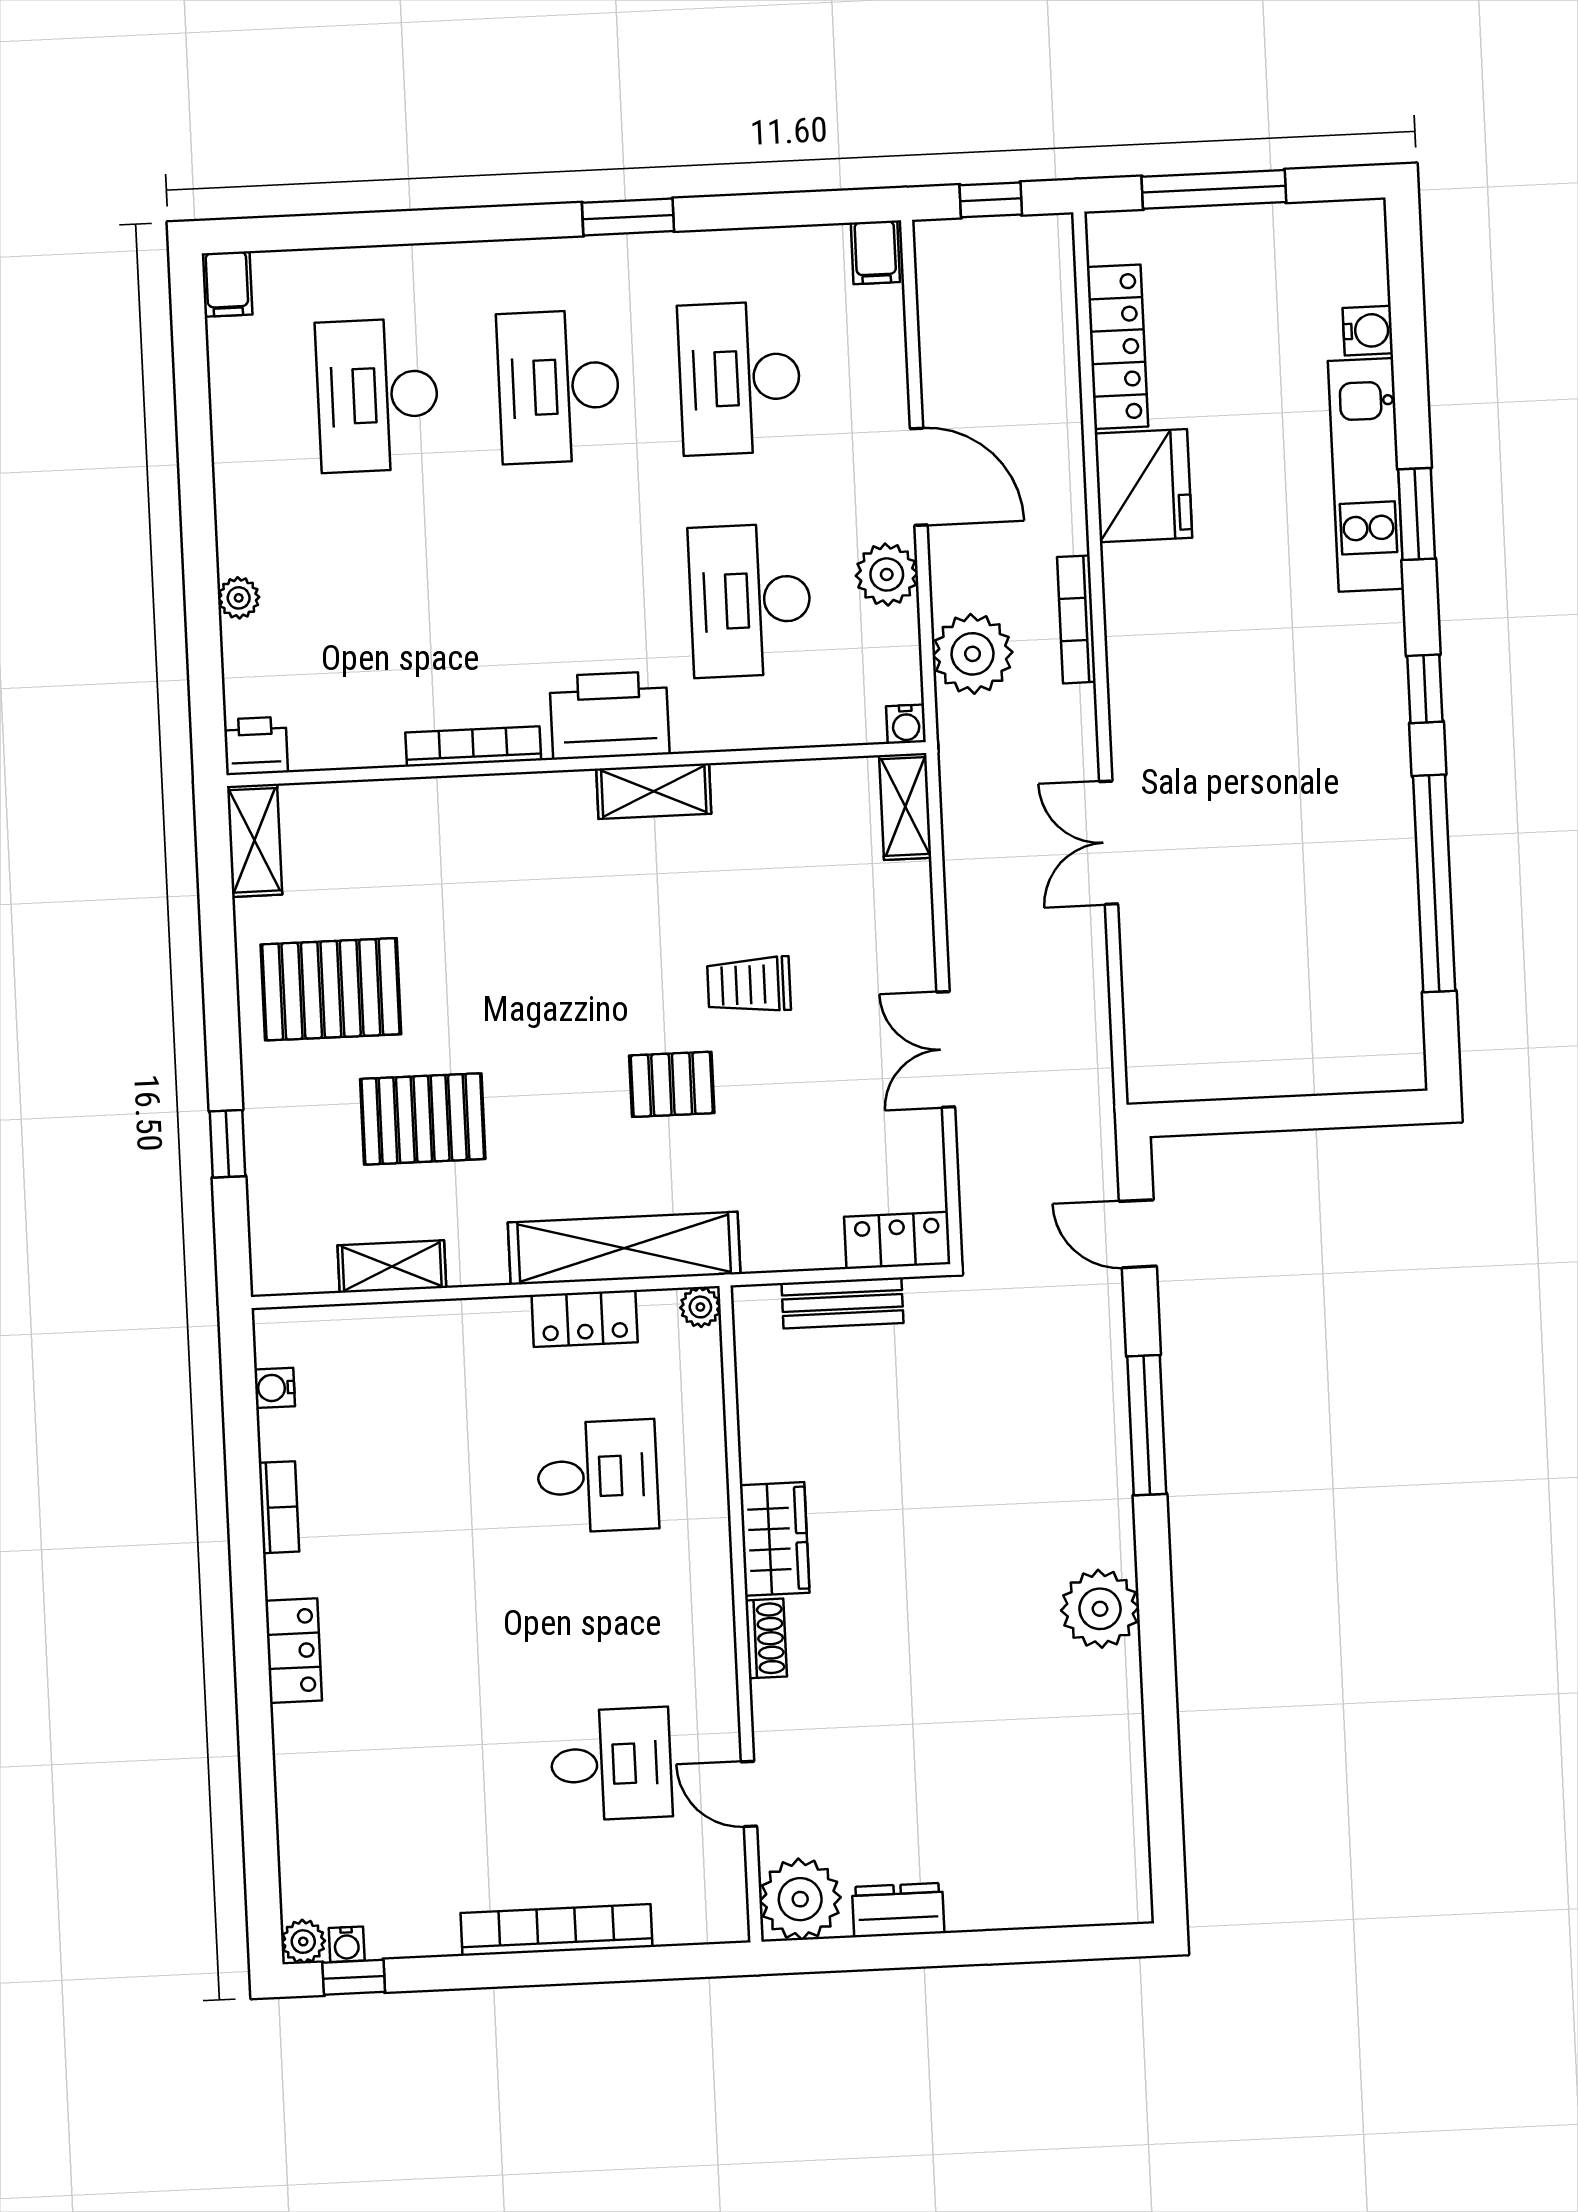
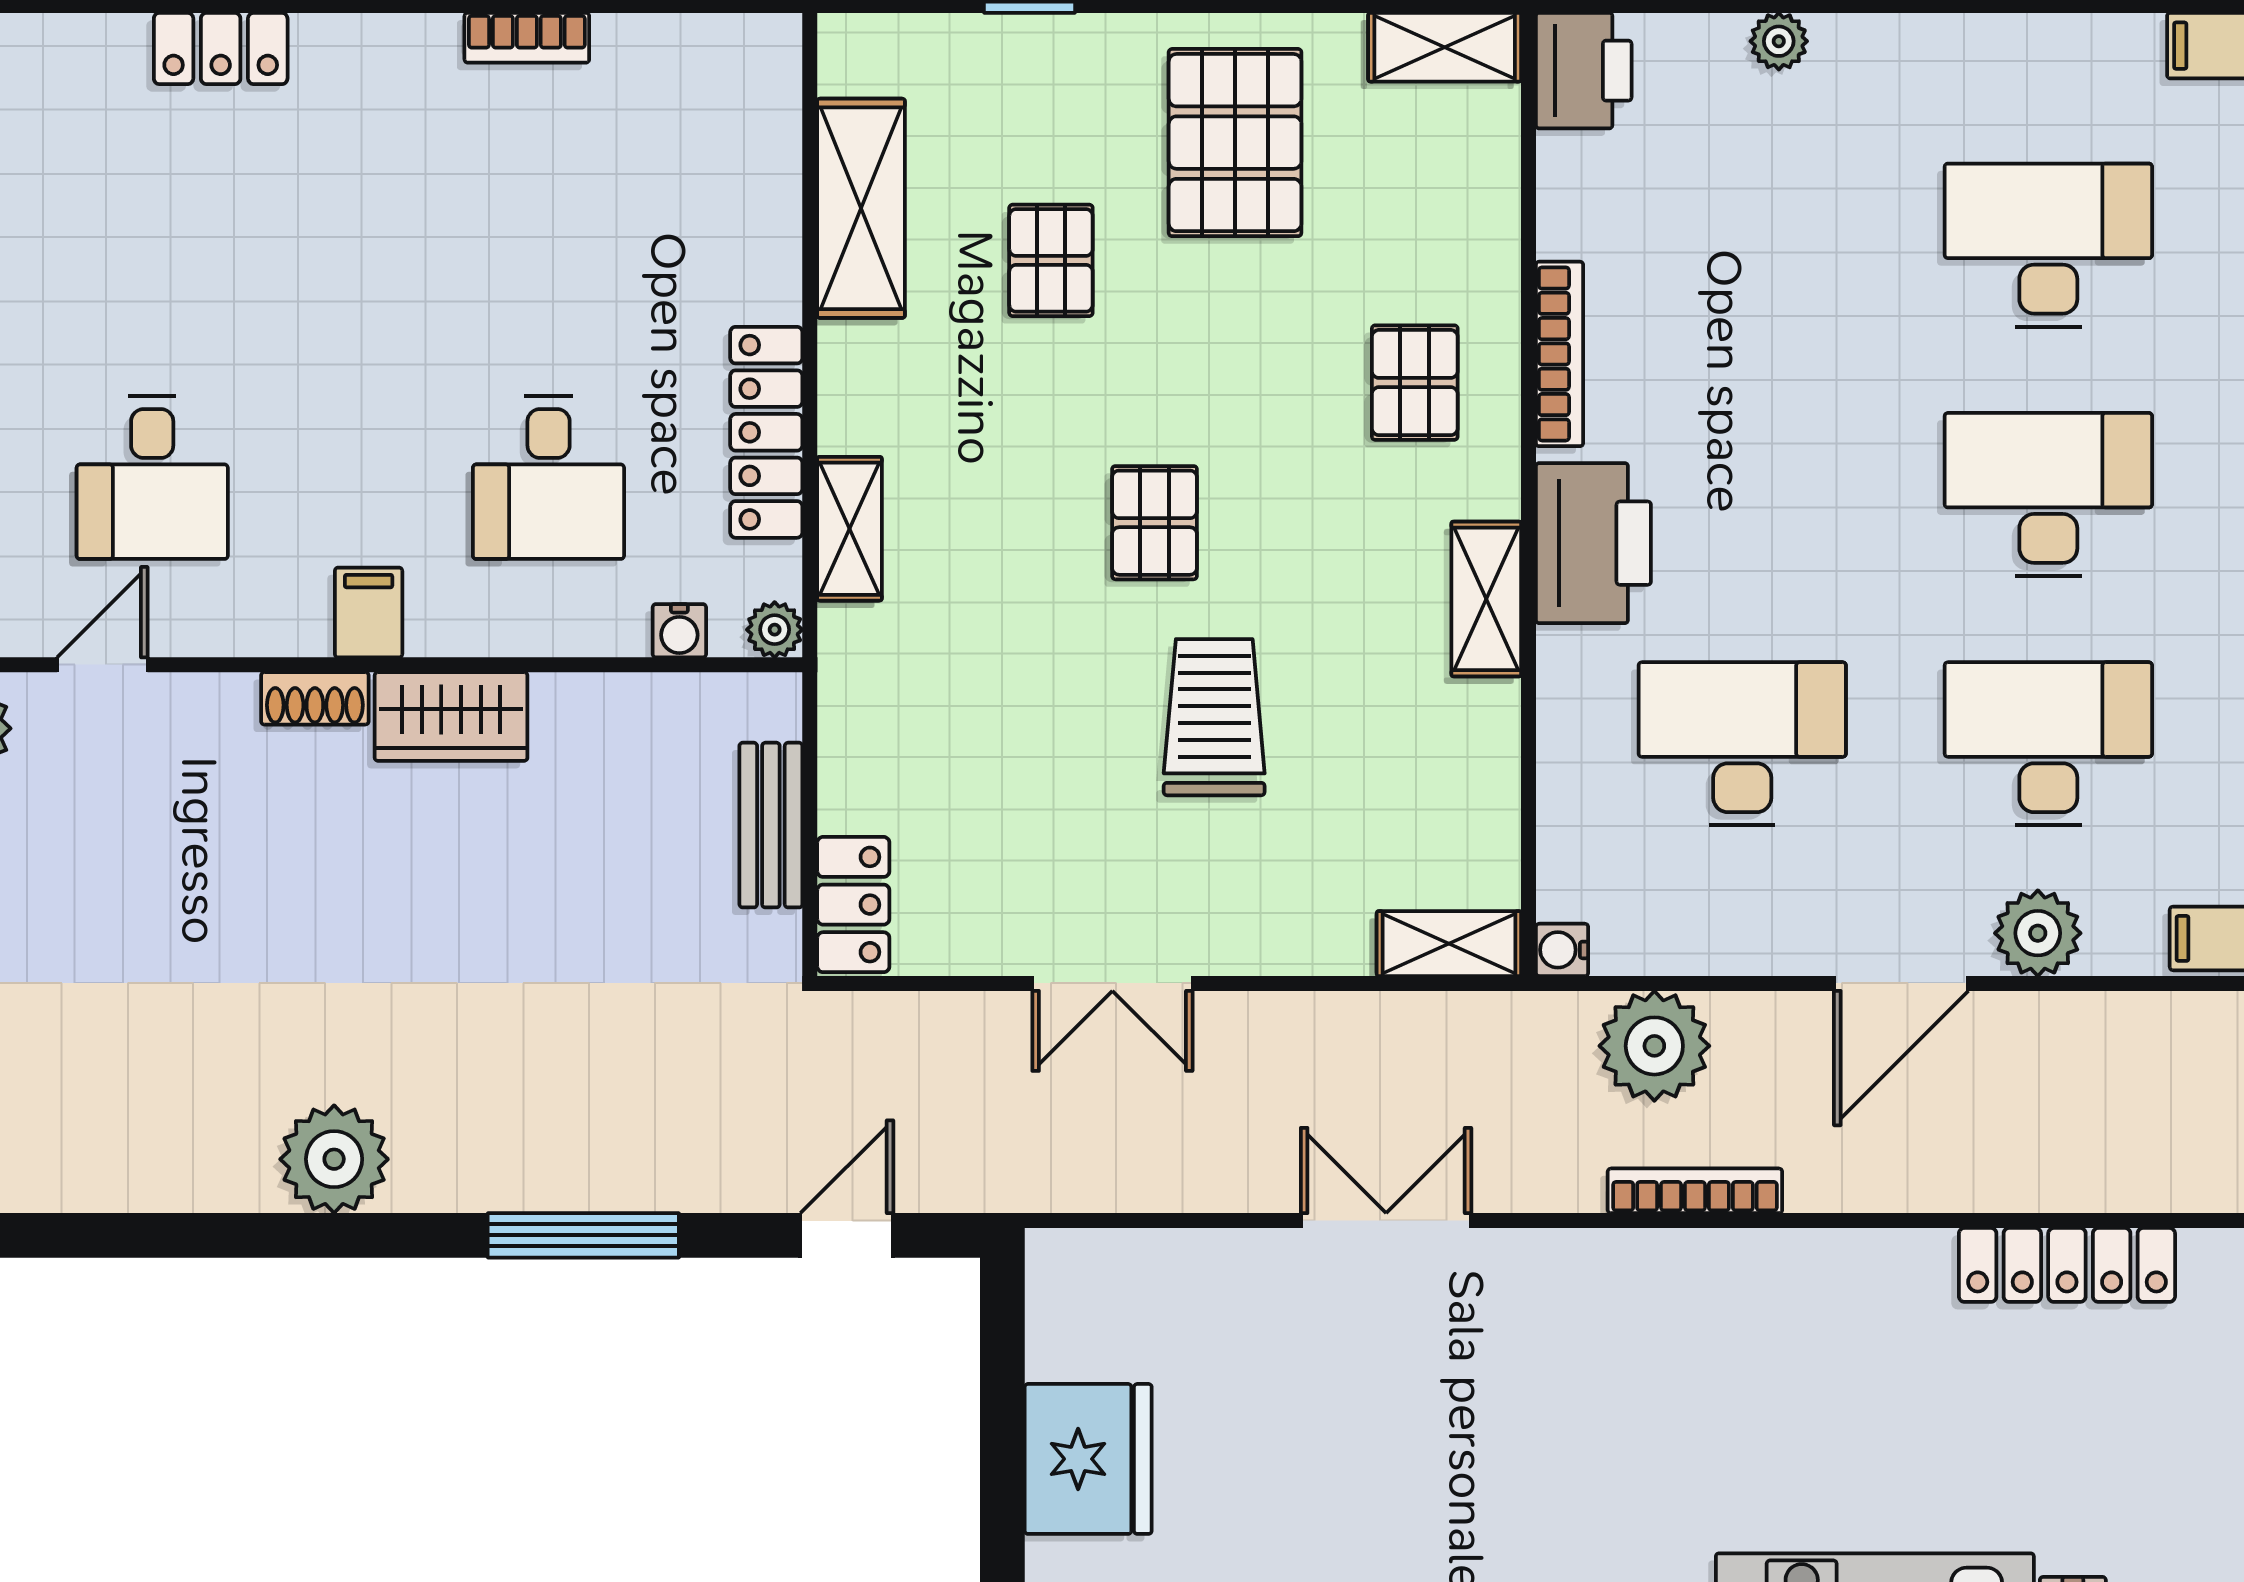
fridge: (1143, 486) -> (1088, 1459), moved, turned -90
plant: (887, 574) -> (2038, 933), moved
printer: (256, 746) -> (1584, 71), width x1.36, depth x1.24
pallet: (499, 851) -> (1415, 383), added
trolley: (749, 985) -> (1214, 717), width x1.36, depth x1.39
double door: (946, 1050) -> (1112, 983), swing flipped
pallet: (672, 1084) -> (1155, 523), moved
pallet: (423, 1119) -> (1051, 260), width x0.67, depth x0.71
shelving: (624, 1248) -> (850, 529), width x0.45, depth x0.75
shelving: (392, 1267) -> (861, 208), width x1.50, depth x1.33
locker: (585, 1318) -> (766, 432), width x1.53
water cooler: (275, 1388) -> (679, 631), moved, turned 180
filing cabinet: (702, 1602) -> (369, 612), added
locker: (294, 1651) -> (221, 48), moved

